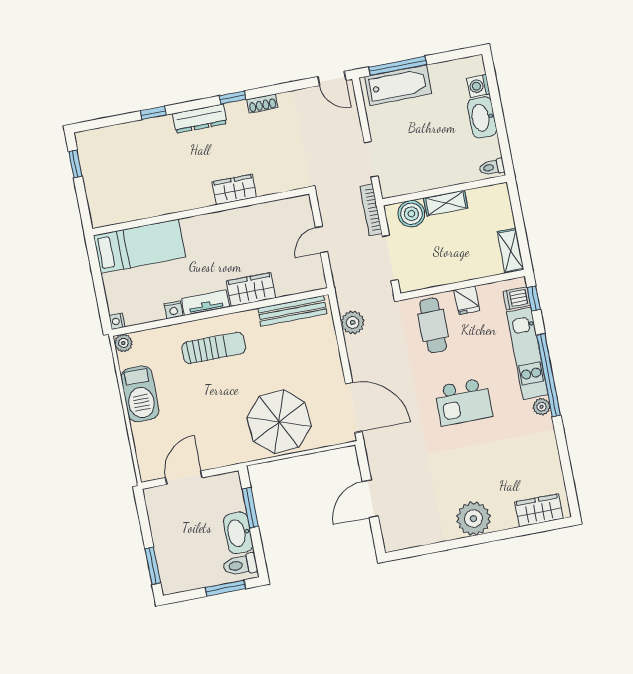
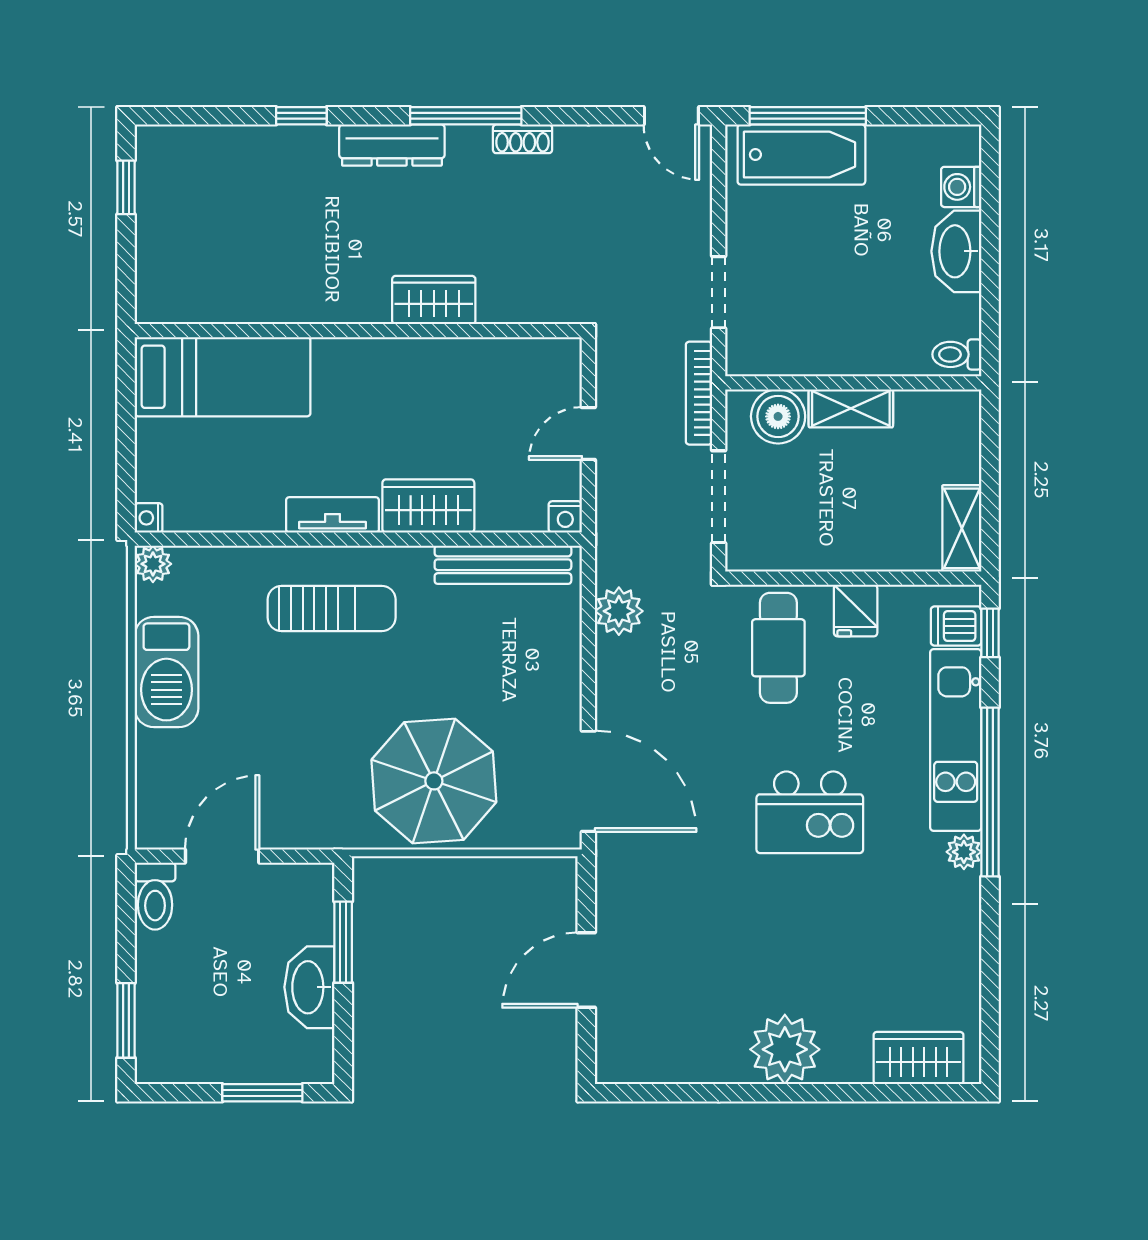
window: (233, 98) -> (466, 116), width x2.17
nightstand: (174, 310) -> (565, 517), moved
toilet: (240, 565) -> (155, 896), moved, turned -90

